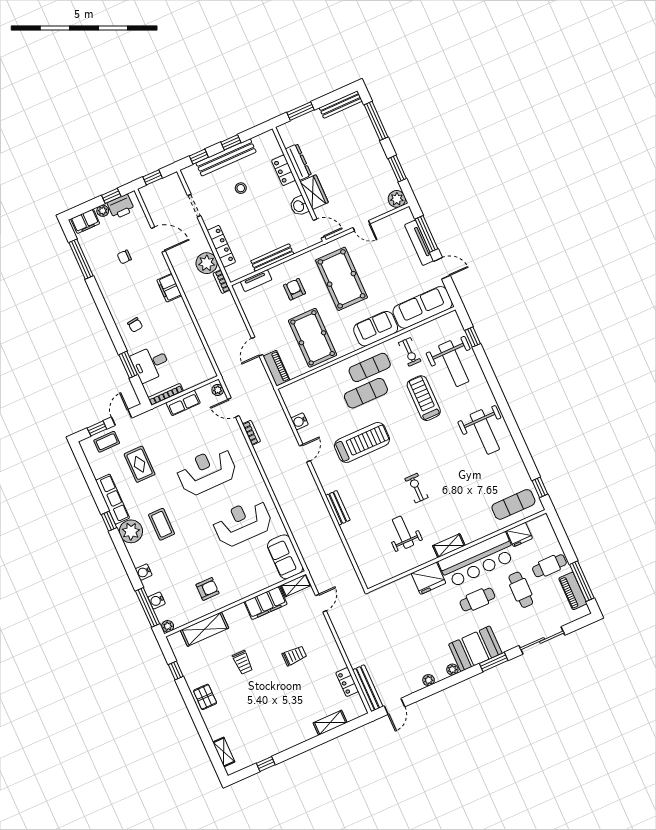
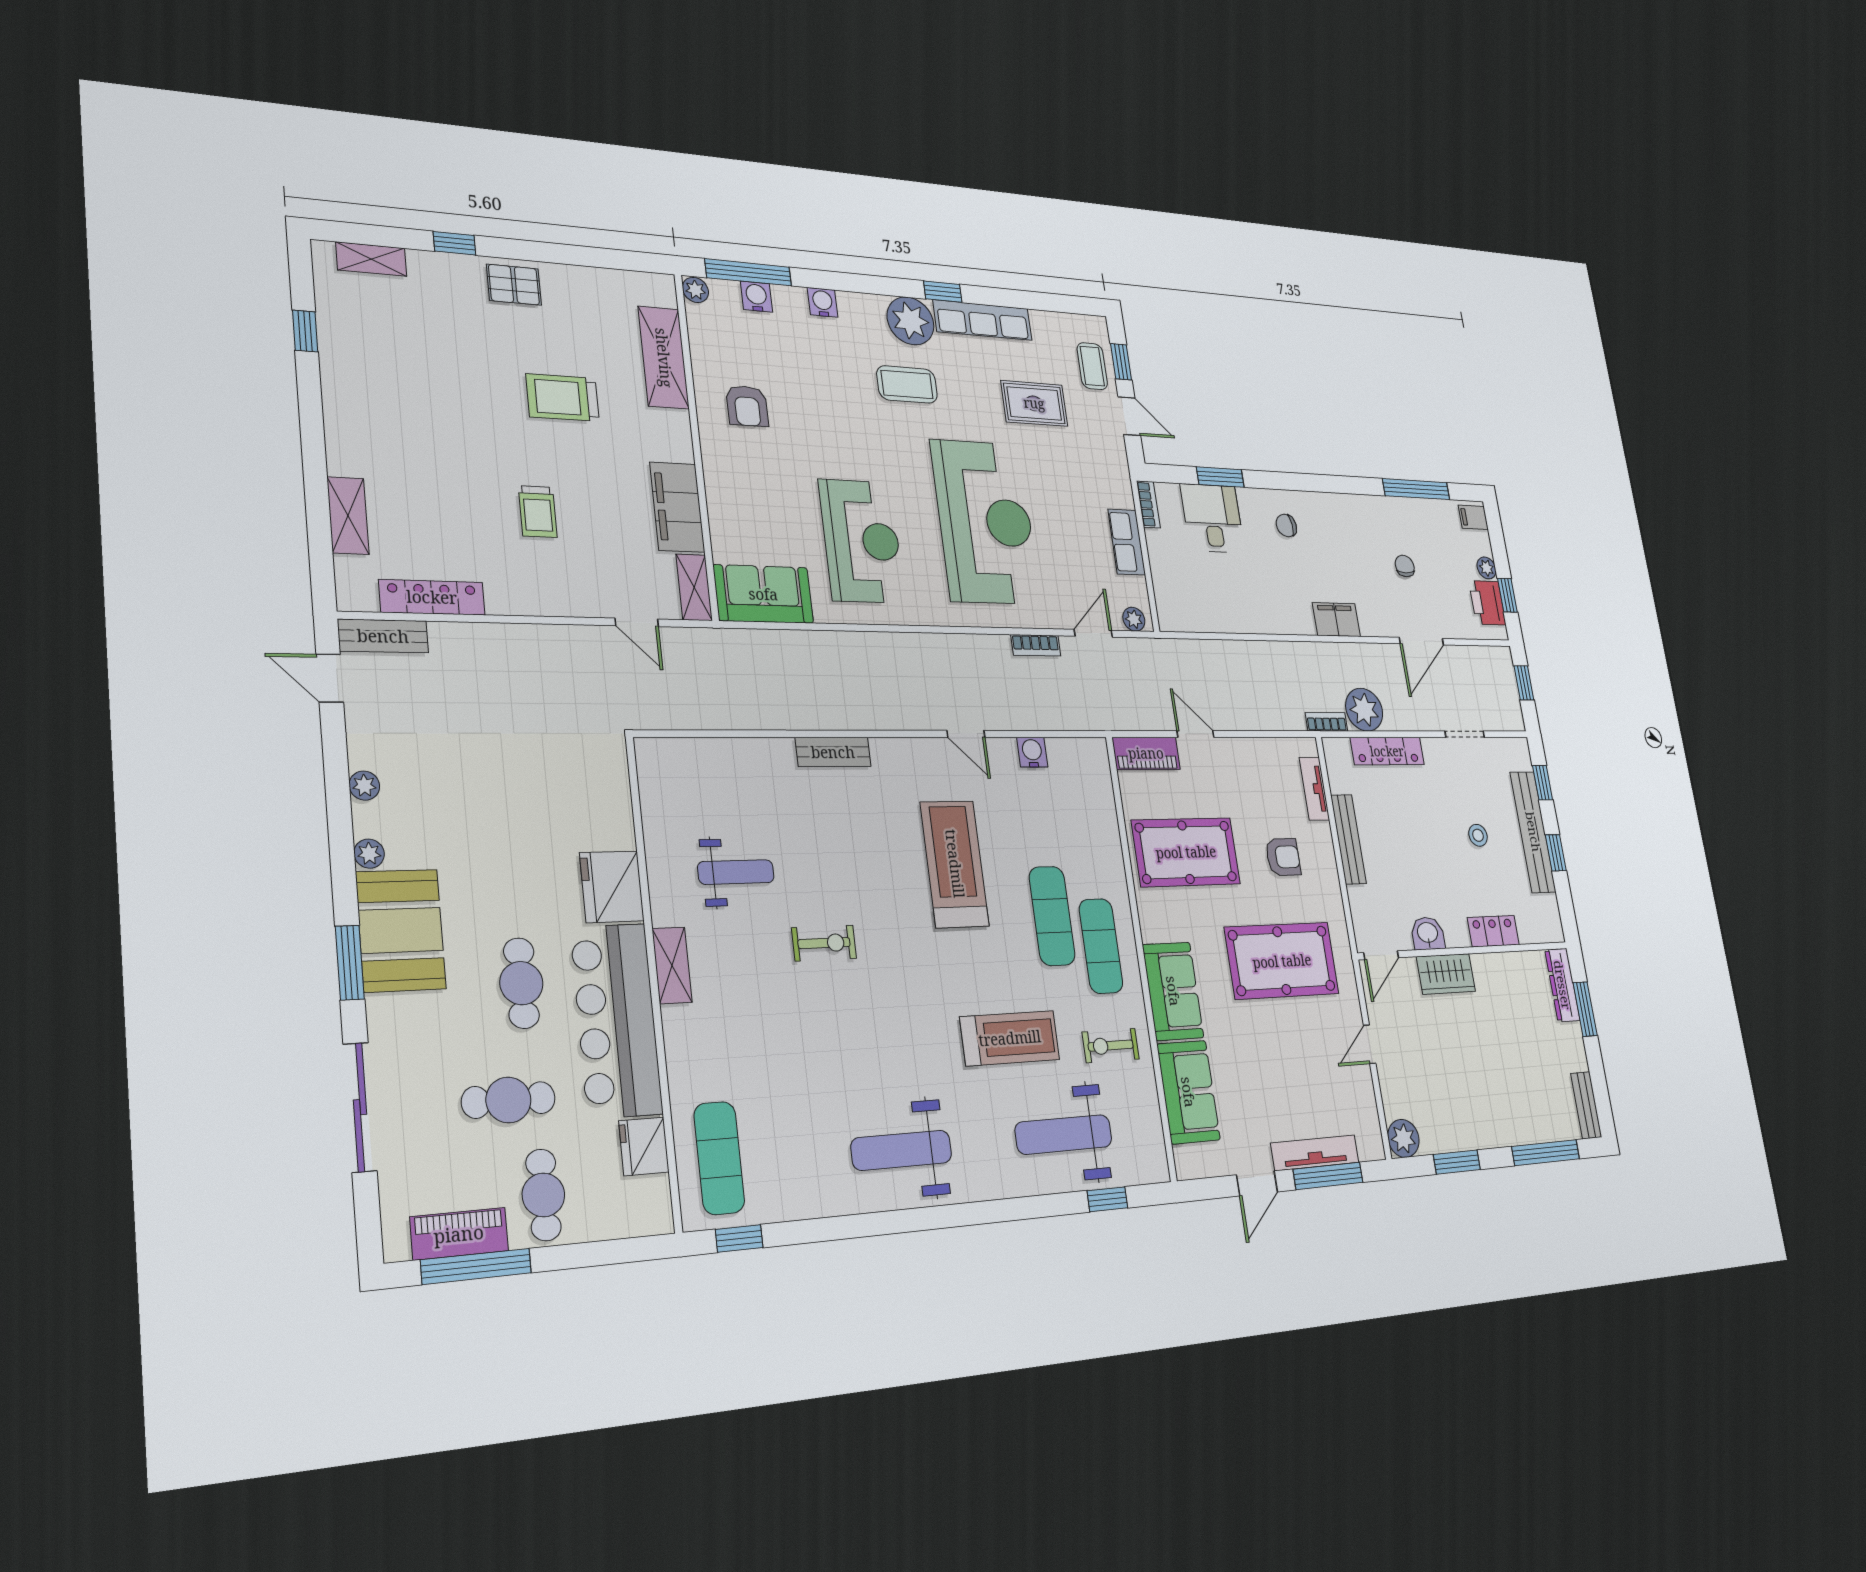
bench: (341, 104) -> (1586, 1105), width x0.73
dresser: (298, 162) -> (1562, 985), moved, turned 90
filing cabinet: (85, 221) -> (1473, 517), width x0.50
sofa: (423, 307) -> (1188, 1092), width x0.73
bookcase: (166, 394) -> (1148, 504), width x0.64
treadmill: (362, 442) -> (955, 864), turned 180
reception desk: (207, 471) -> (985, 522), width x1.36, depth x1.30
trolley: (243, 662) -> (563, 398), width x1.36, depth x1.39
window: (176, 671) -> (454, 243), moved
locker: (347, 682) -> (432, 597), width x1.53
bench: (368, 688) -> (383, 636), width x0.73

